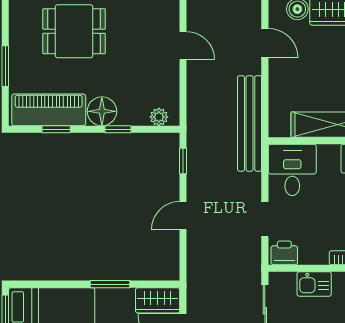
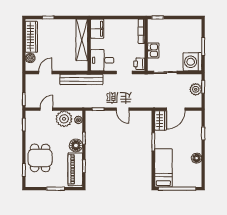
plant: (161, 85) -> (64, 119), added

